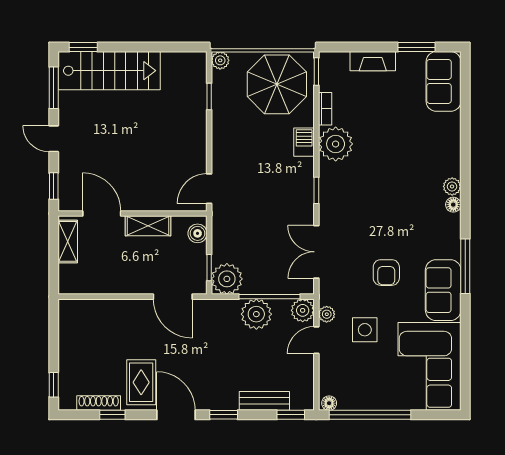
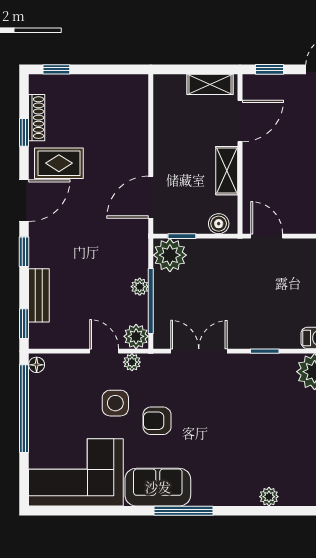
floor lamp: (453, 205) -> (249, 498), removed
armchair: (386, 273) -> (157, 421), moved
plant: (256, 314) -> (140, 287), width x0.53, depth x0.53

